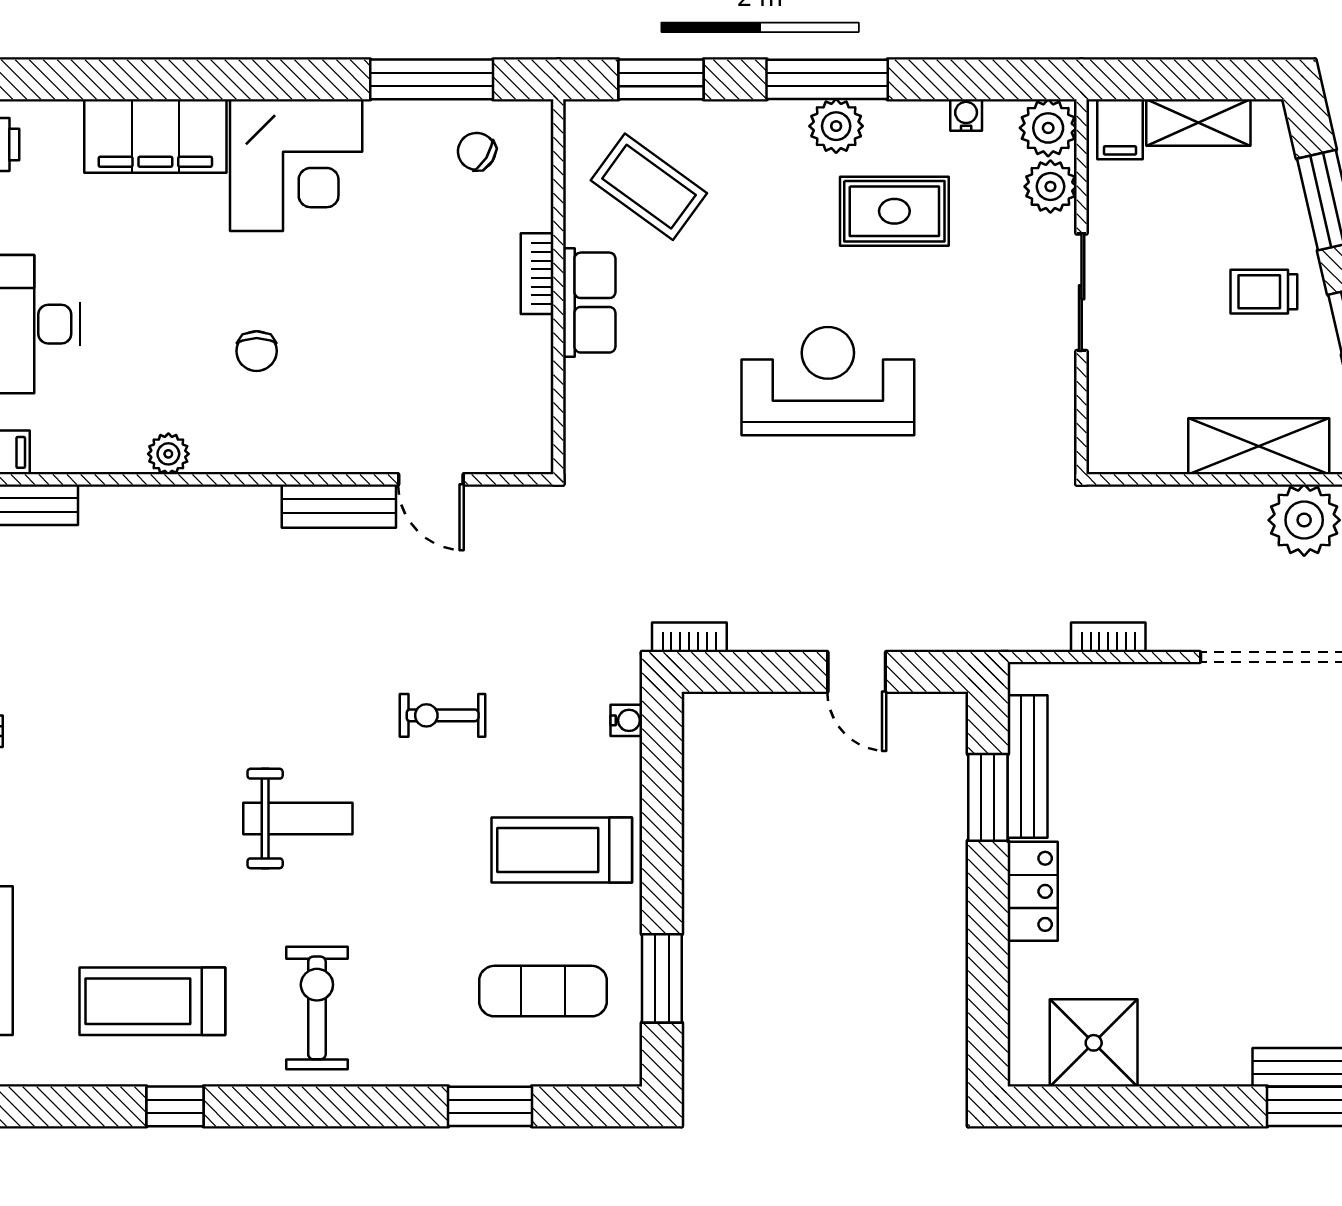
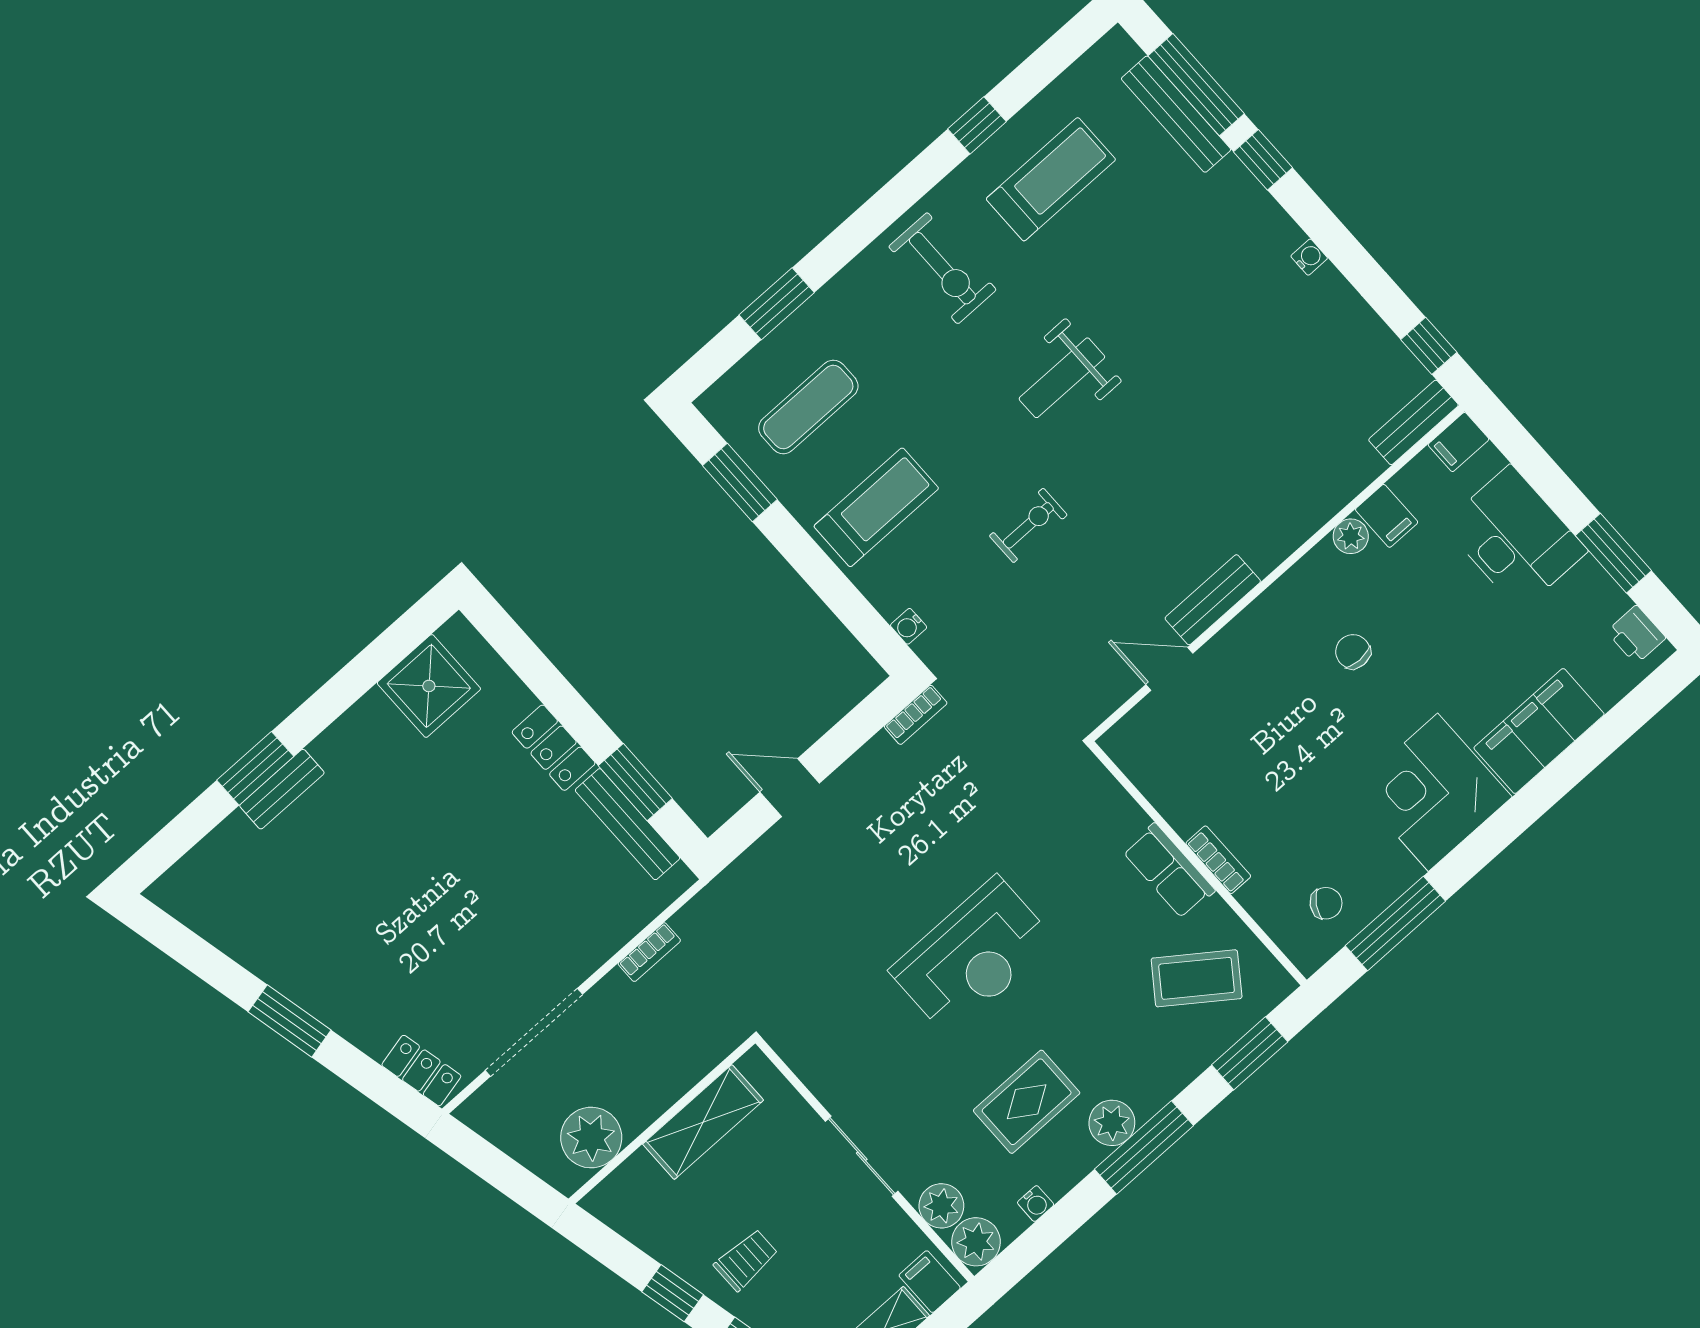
filing cabinet: (121, 444) -> (1387, 516), added
shelving: (1259, 446) -> (703, 1122), moved

